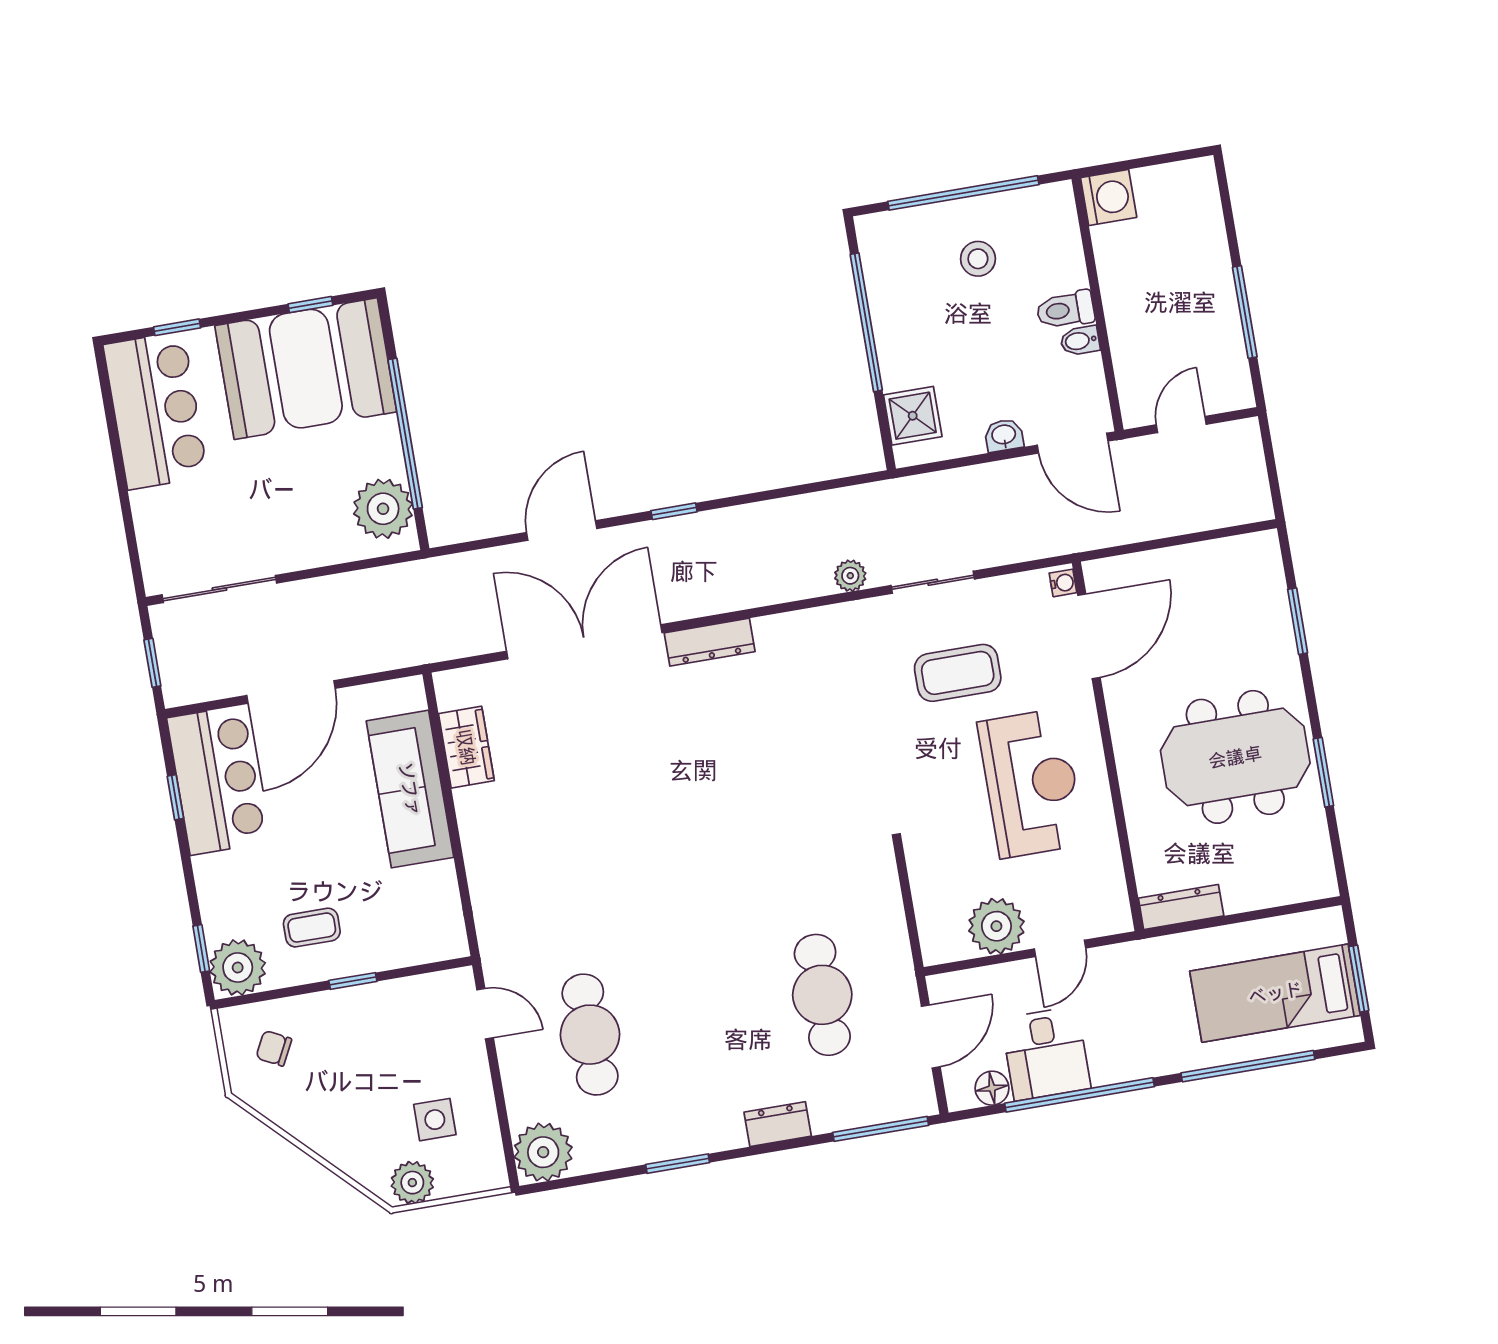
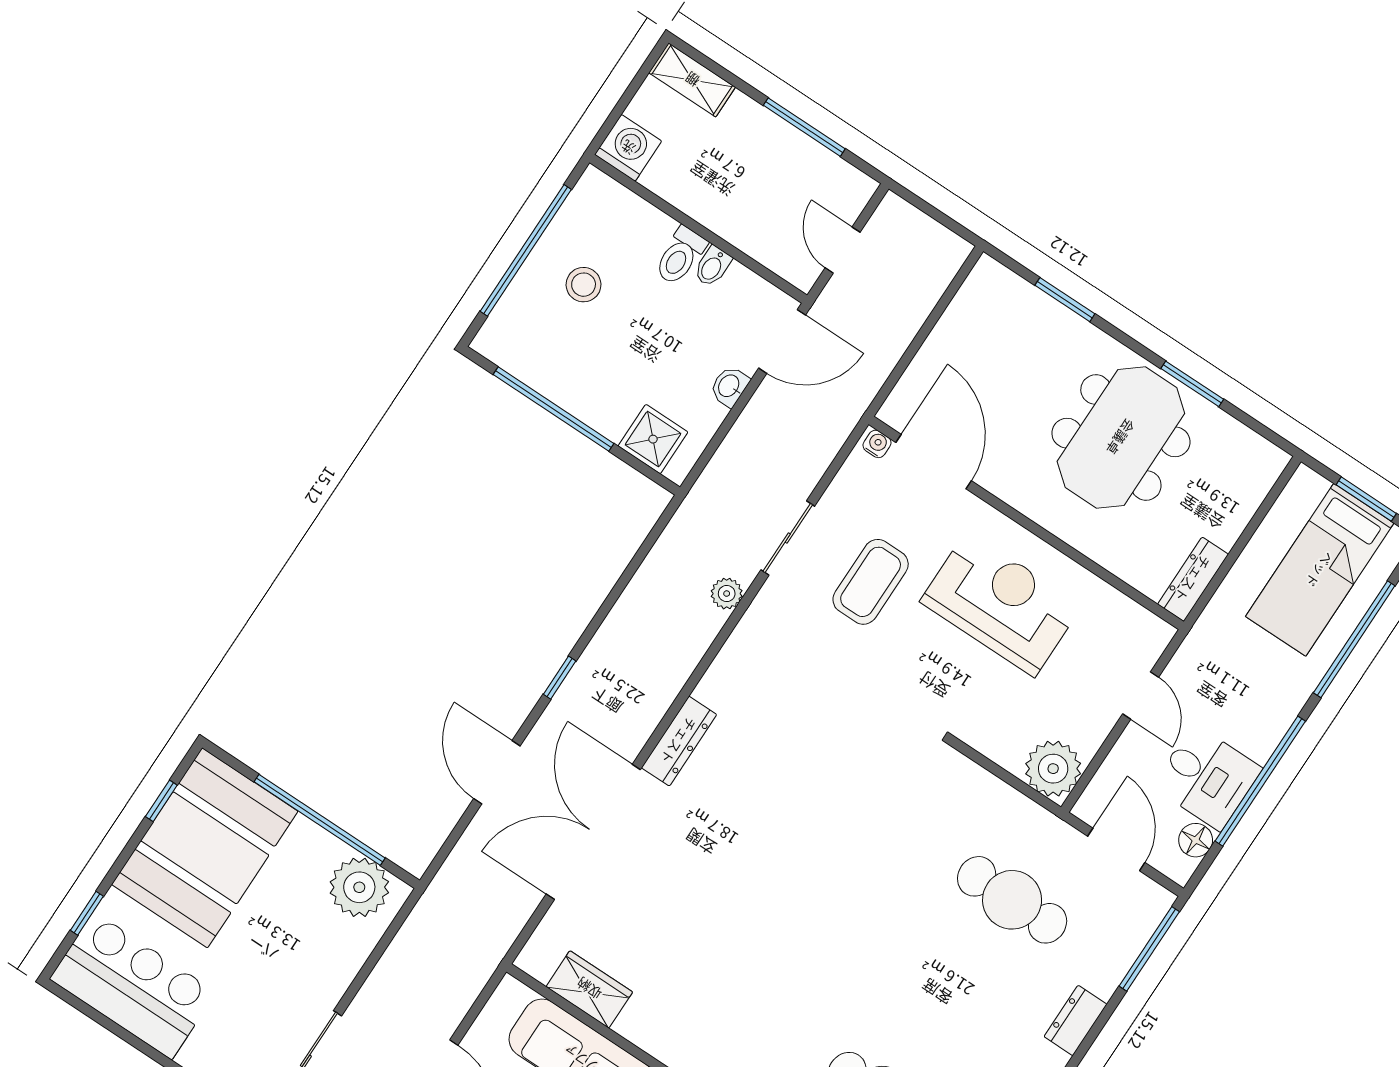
shelving: (1202, 198) -> (692, 80), added
plant: (996, 926) -> (1053, 769), moved

